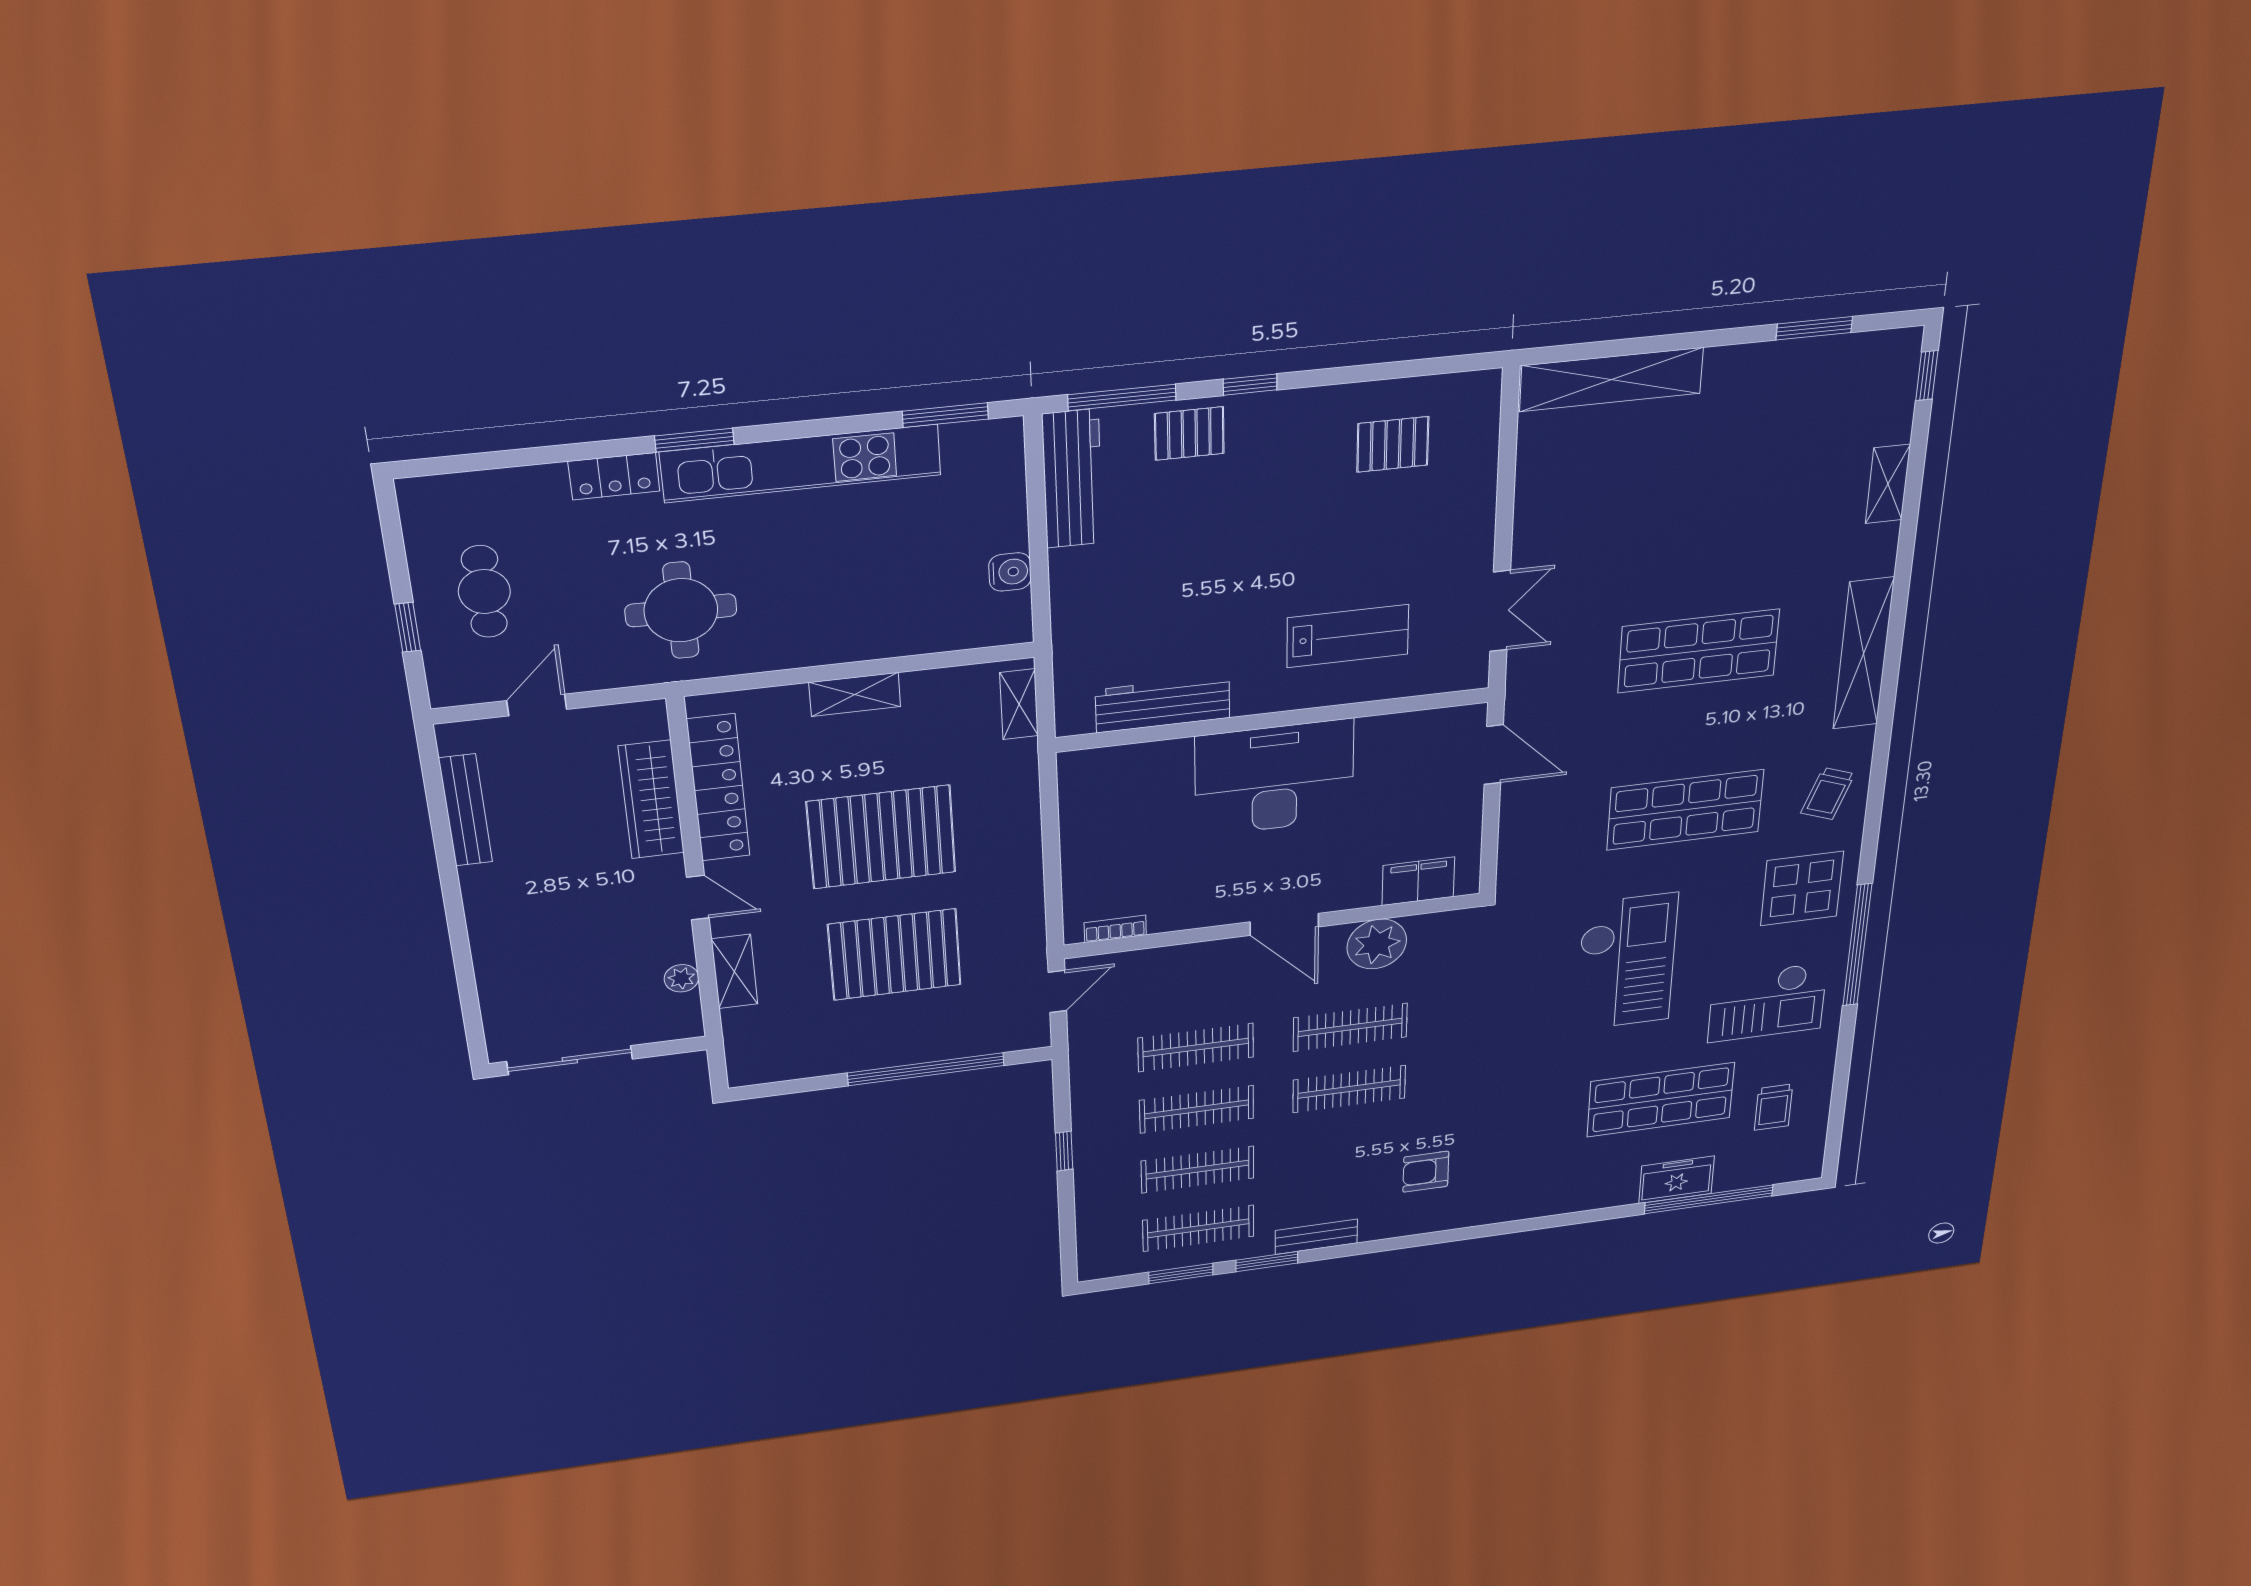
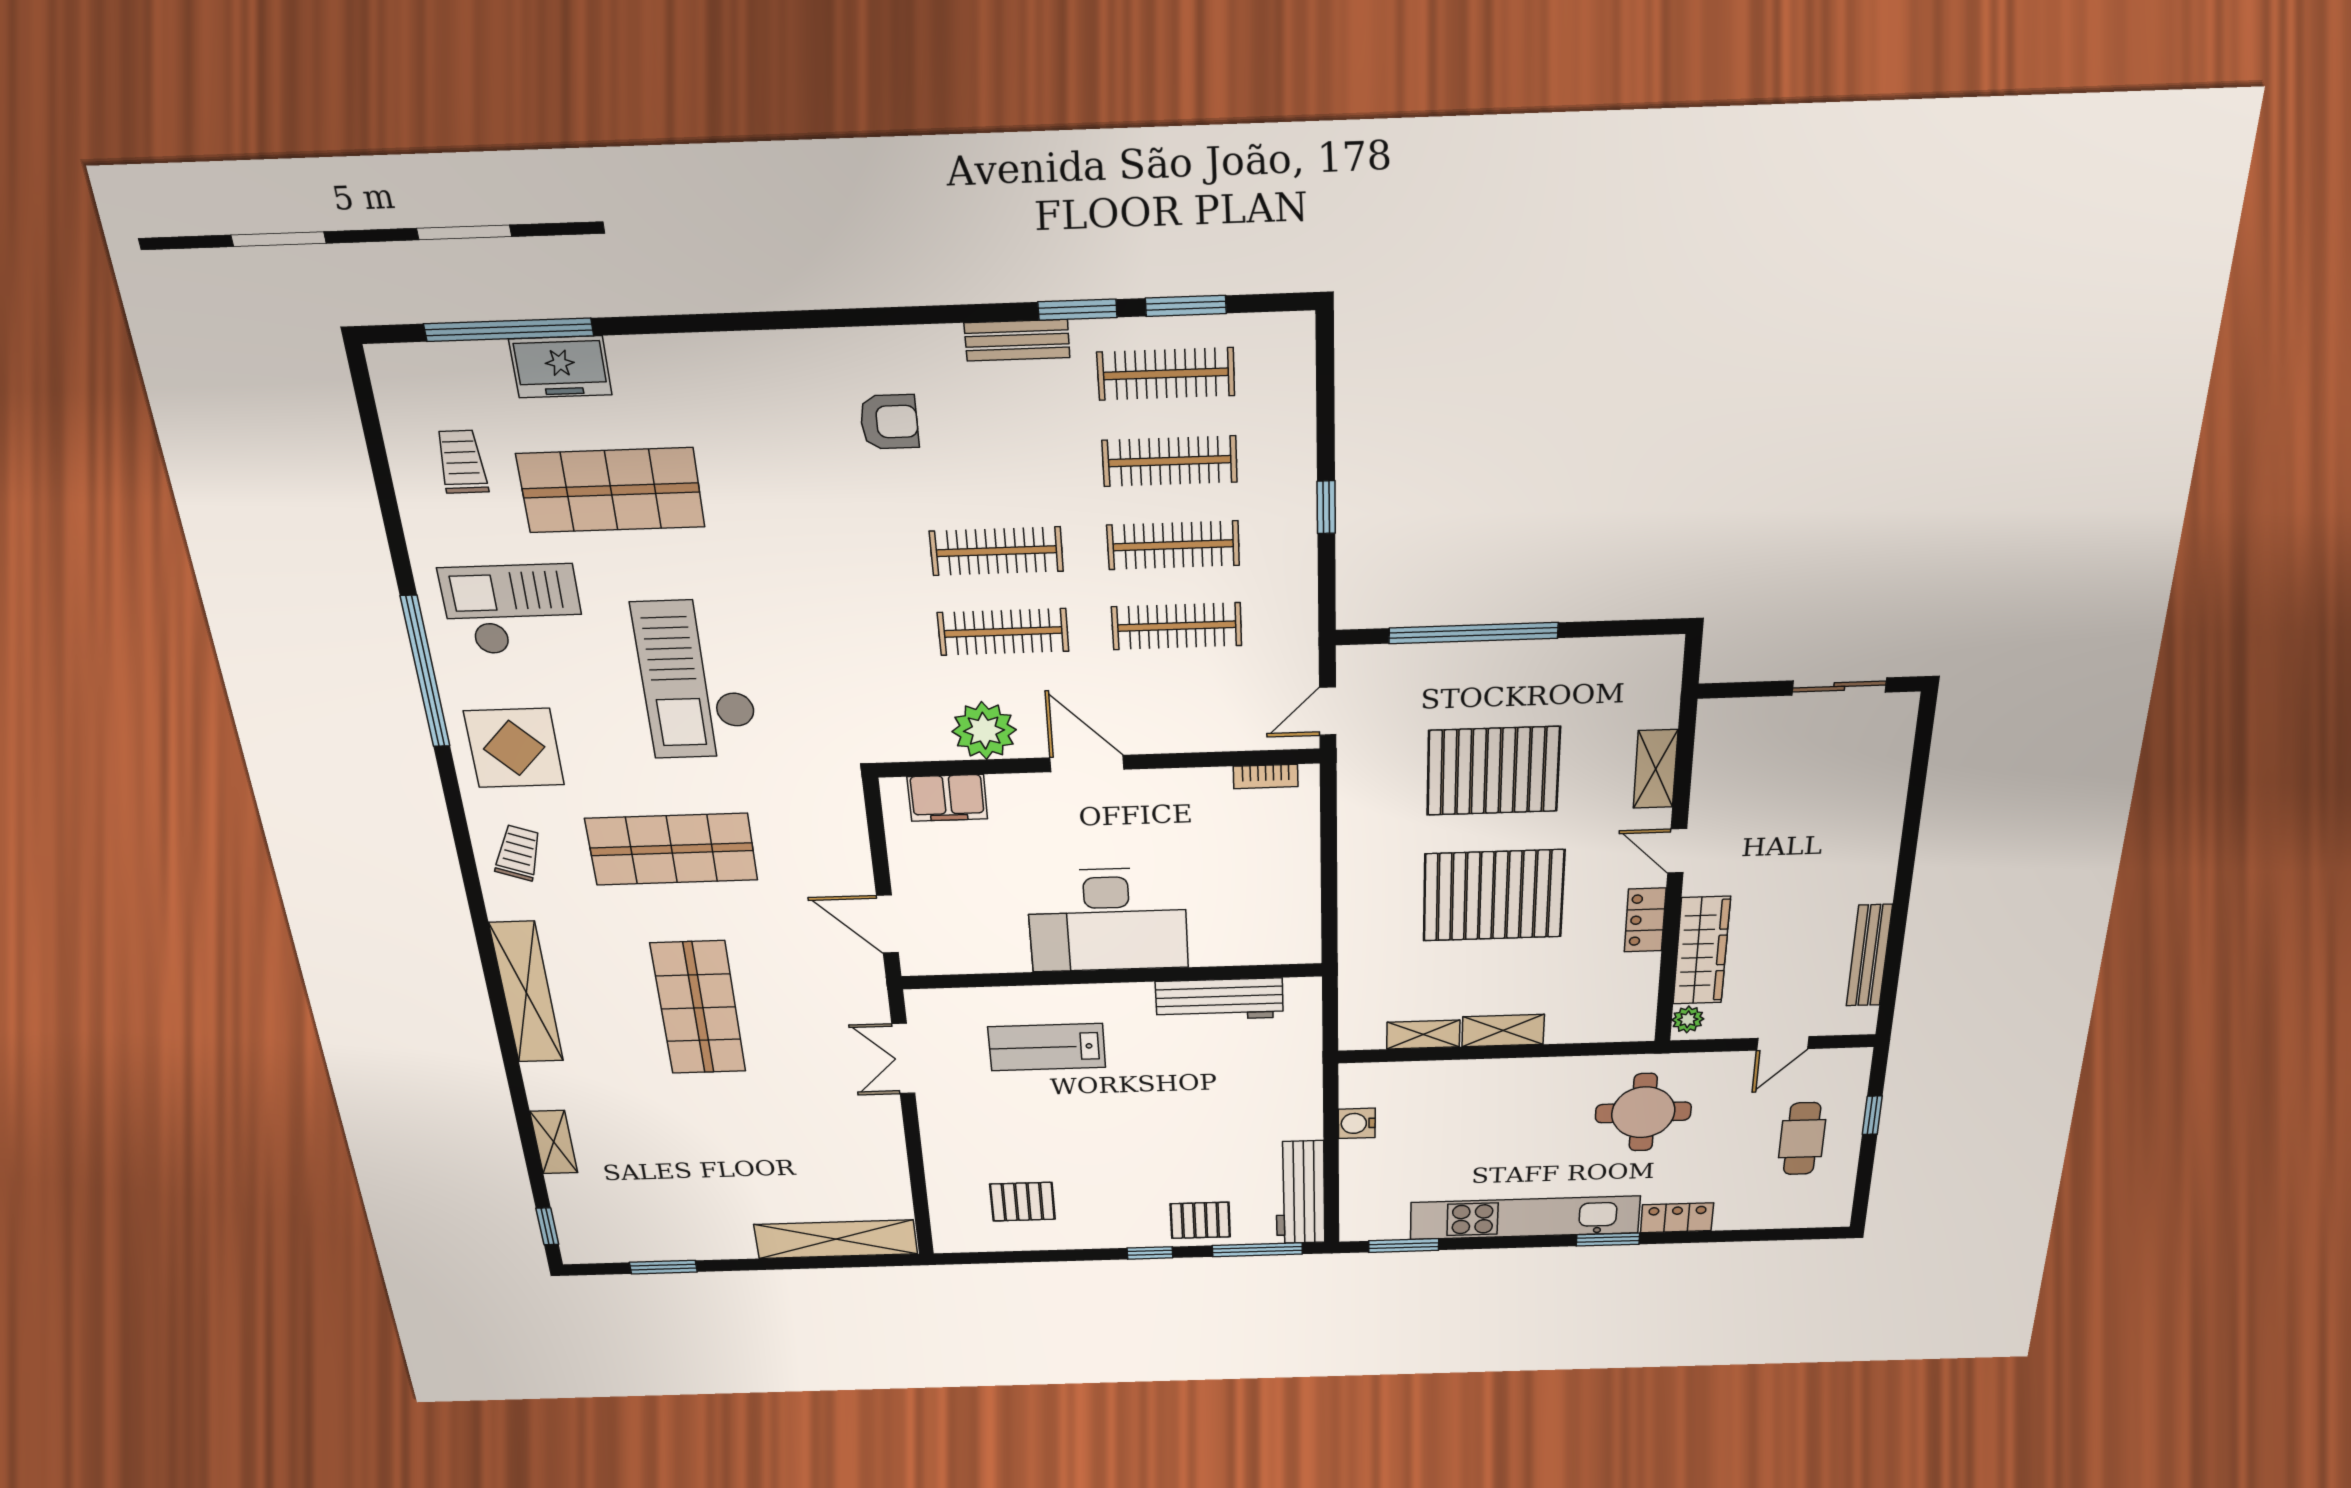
shop shelf: (1699, 651) -> (698, 1008), turned 90
shelving: (1019, 704) -> (1423, 1034), moved, turned 90
locker: (718, 788) -> (1645, 920), width x0.46, depth x0.83
plant: (681, 978) -> (1688, 1019), moved
sliding door: (570, 1060) -> (1839, 687), width x0.73

